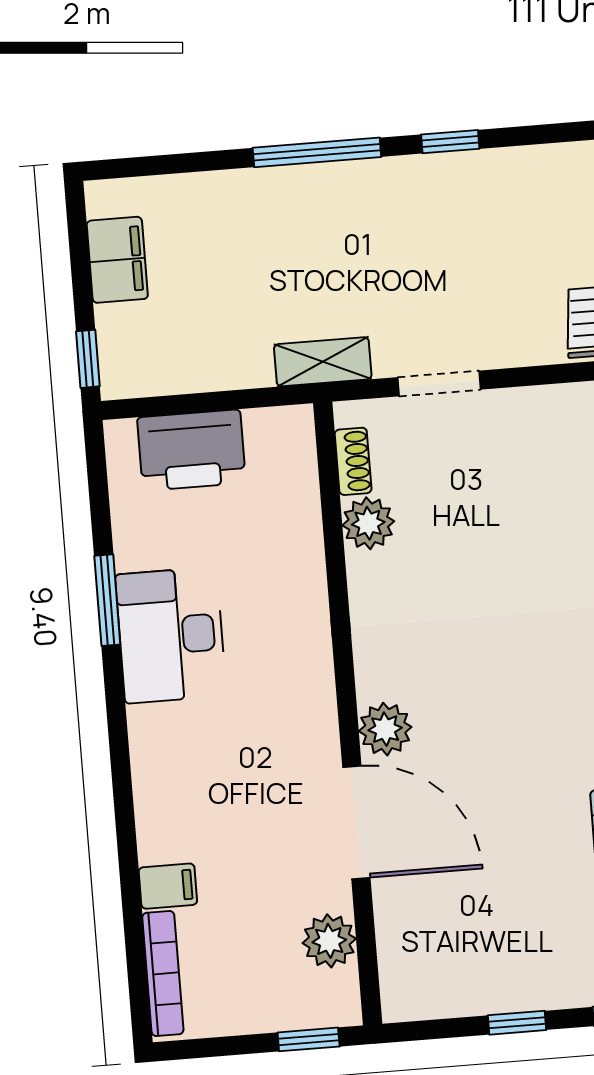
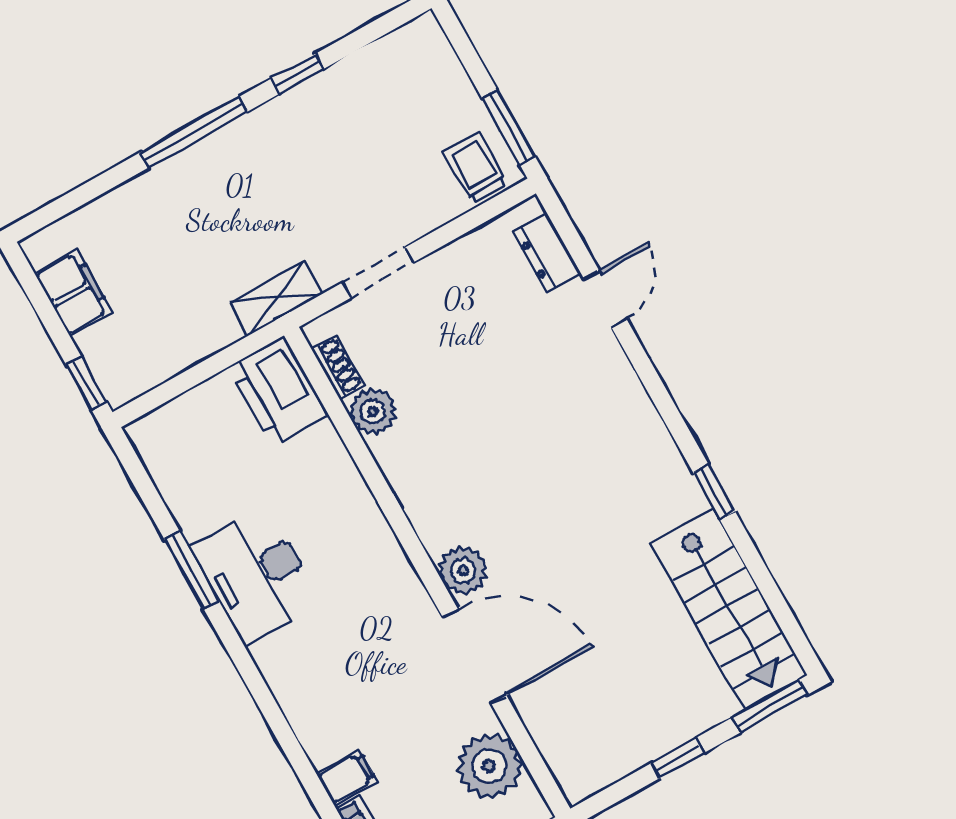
printer: (191, 450) -> (278, 392), moved, turned 90
plant: (329, 941) -> (489, 766), width x1.36, depth x1.36

